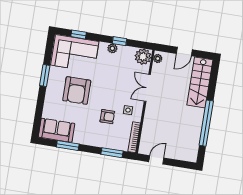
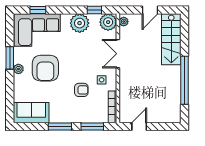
window: (120, 41) -> (94, 10), moved
plant: (112, 48) -> (80, 23), width x1.88, depth x1.88
plant: (51, 87) -> (18, 69), added
window: (68, 145) -> (60, 126), moved

